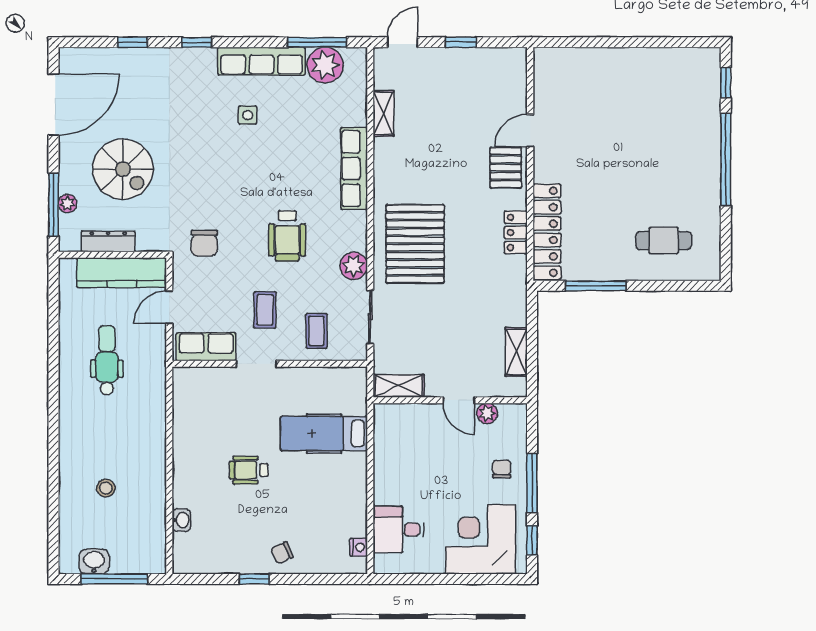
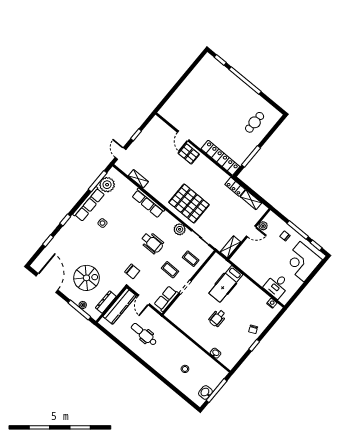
locker: (516, 232) -> (235, 187), moved

